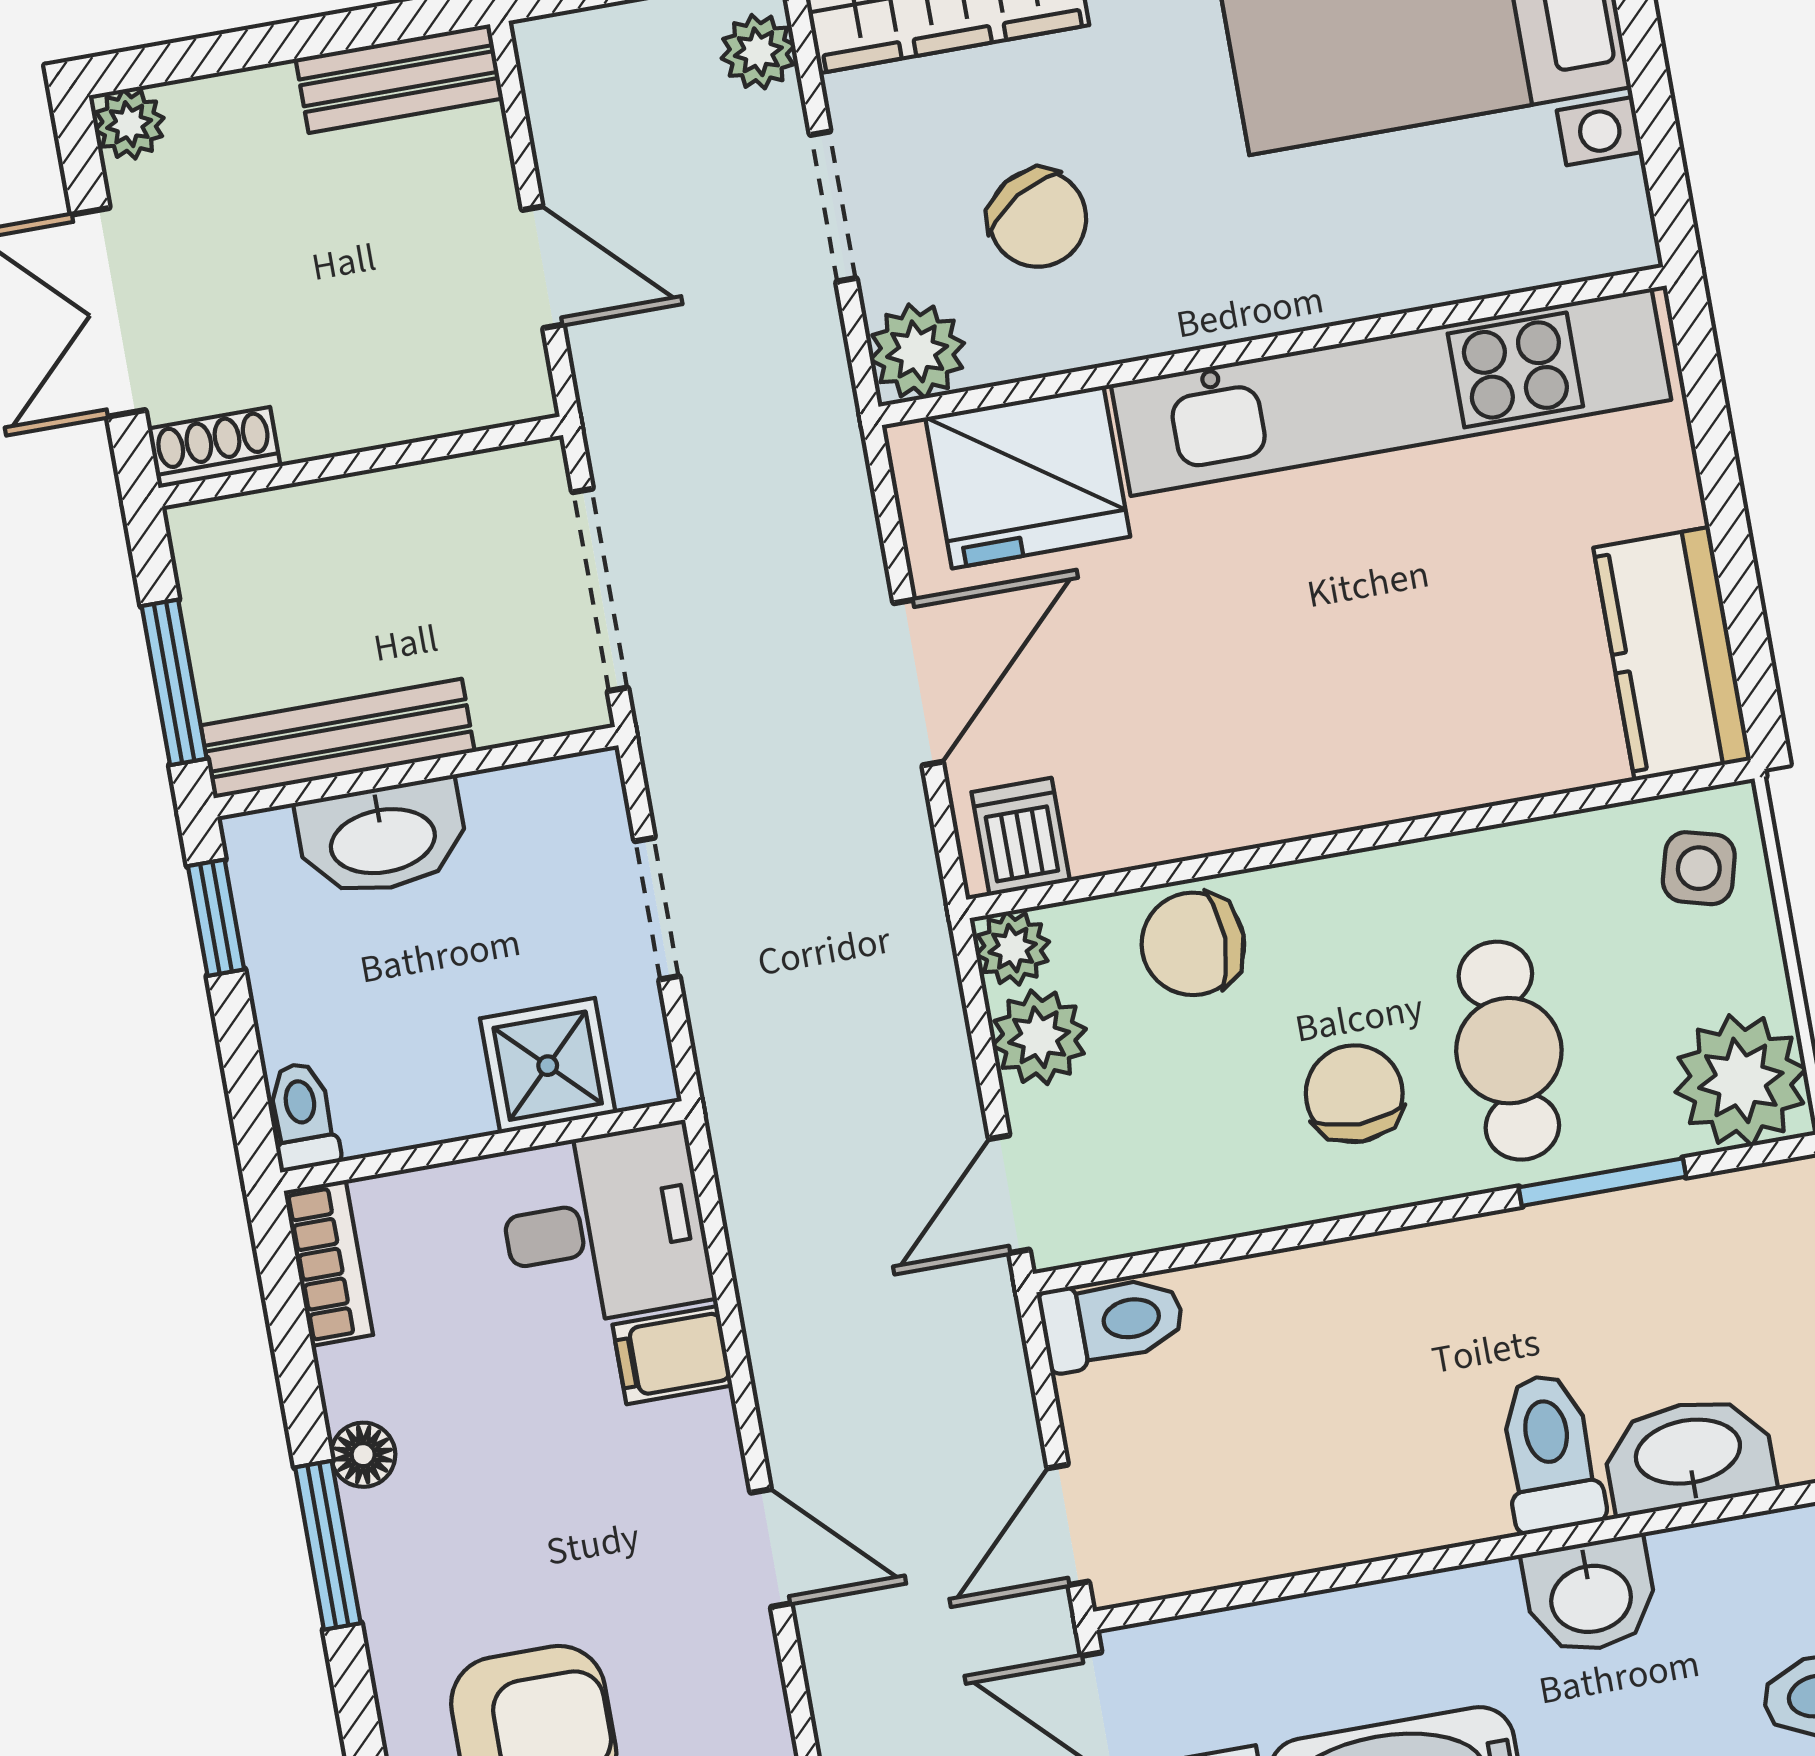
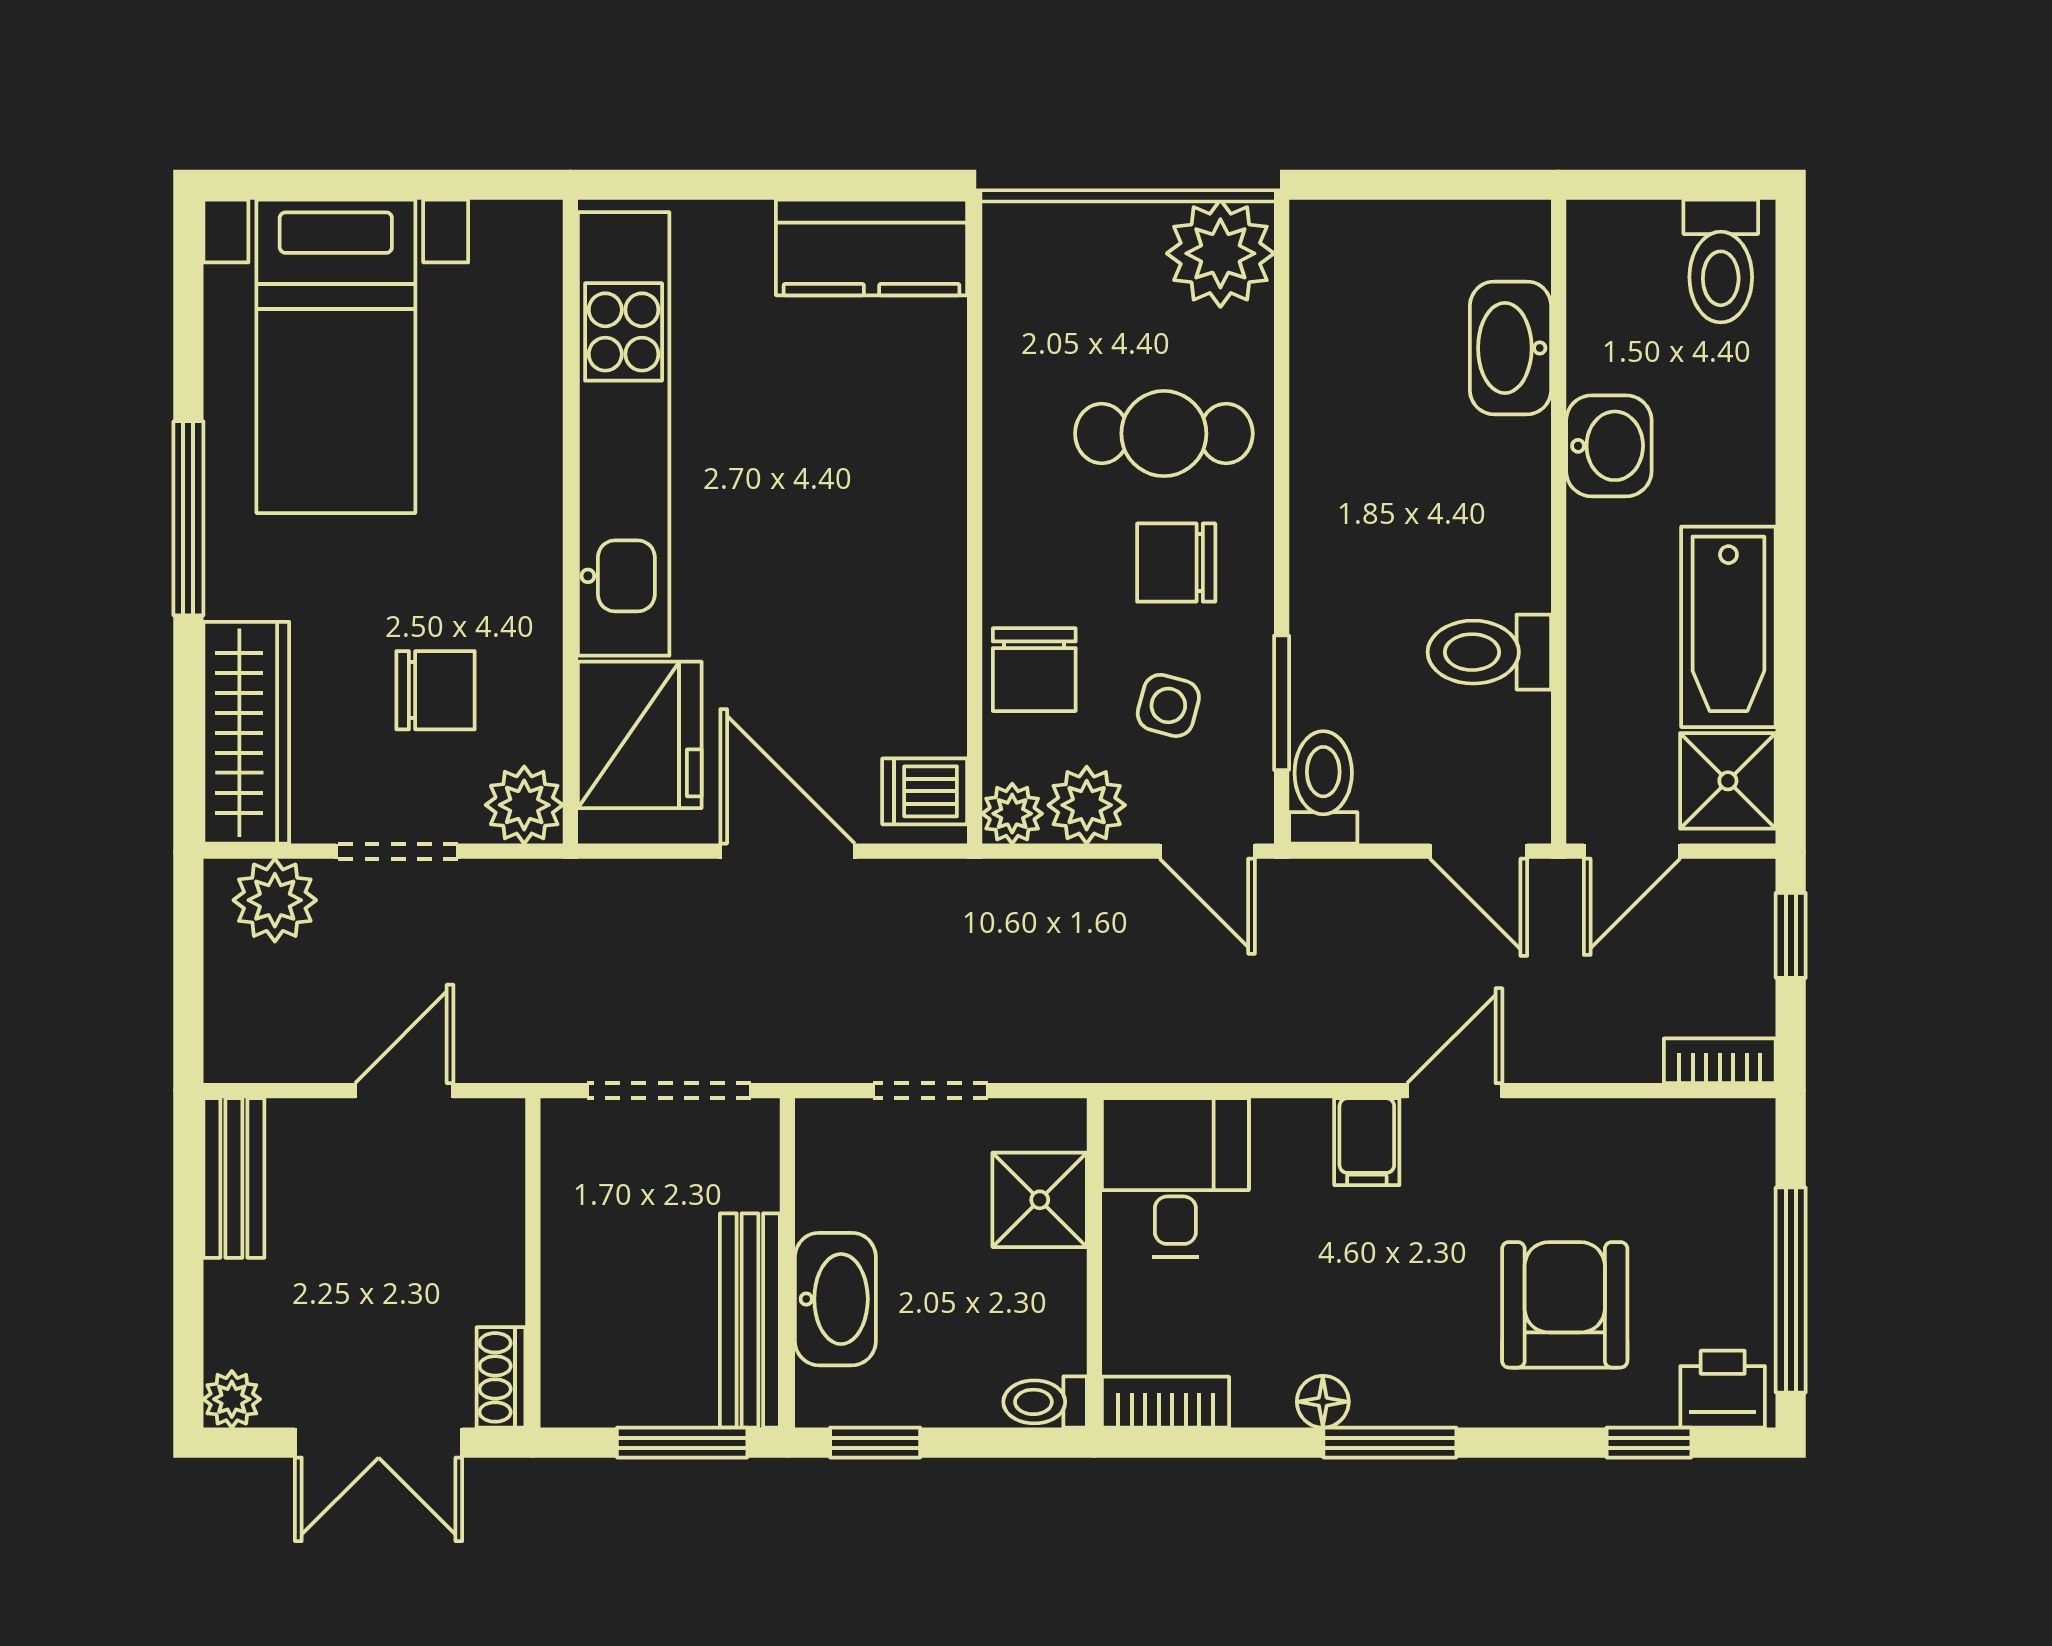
plant: (758, 52) -> (275, 900), width x1.38, depth x1.38
chair: (1038, 218) -> (435, 690), turned 31
side table: (1699, 868) -> (1168, 705), moved
window: (1602, 1182) -> (1282, 703), moved
filing cabinet: (672, 1355) -> (1367, 1142), moved
toilet: (1550, 1453) -> (1489, 652), moved

